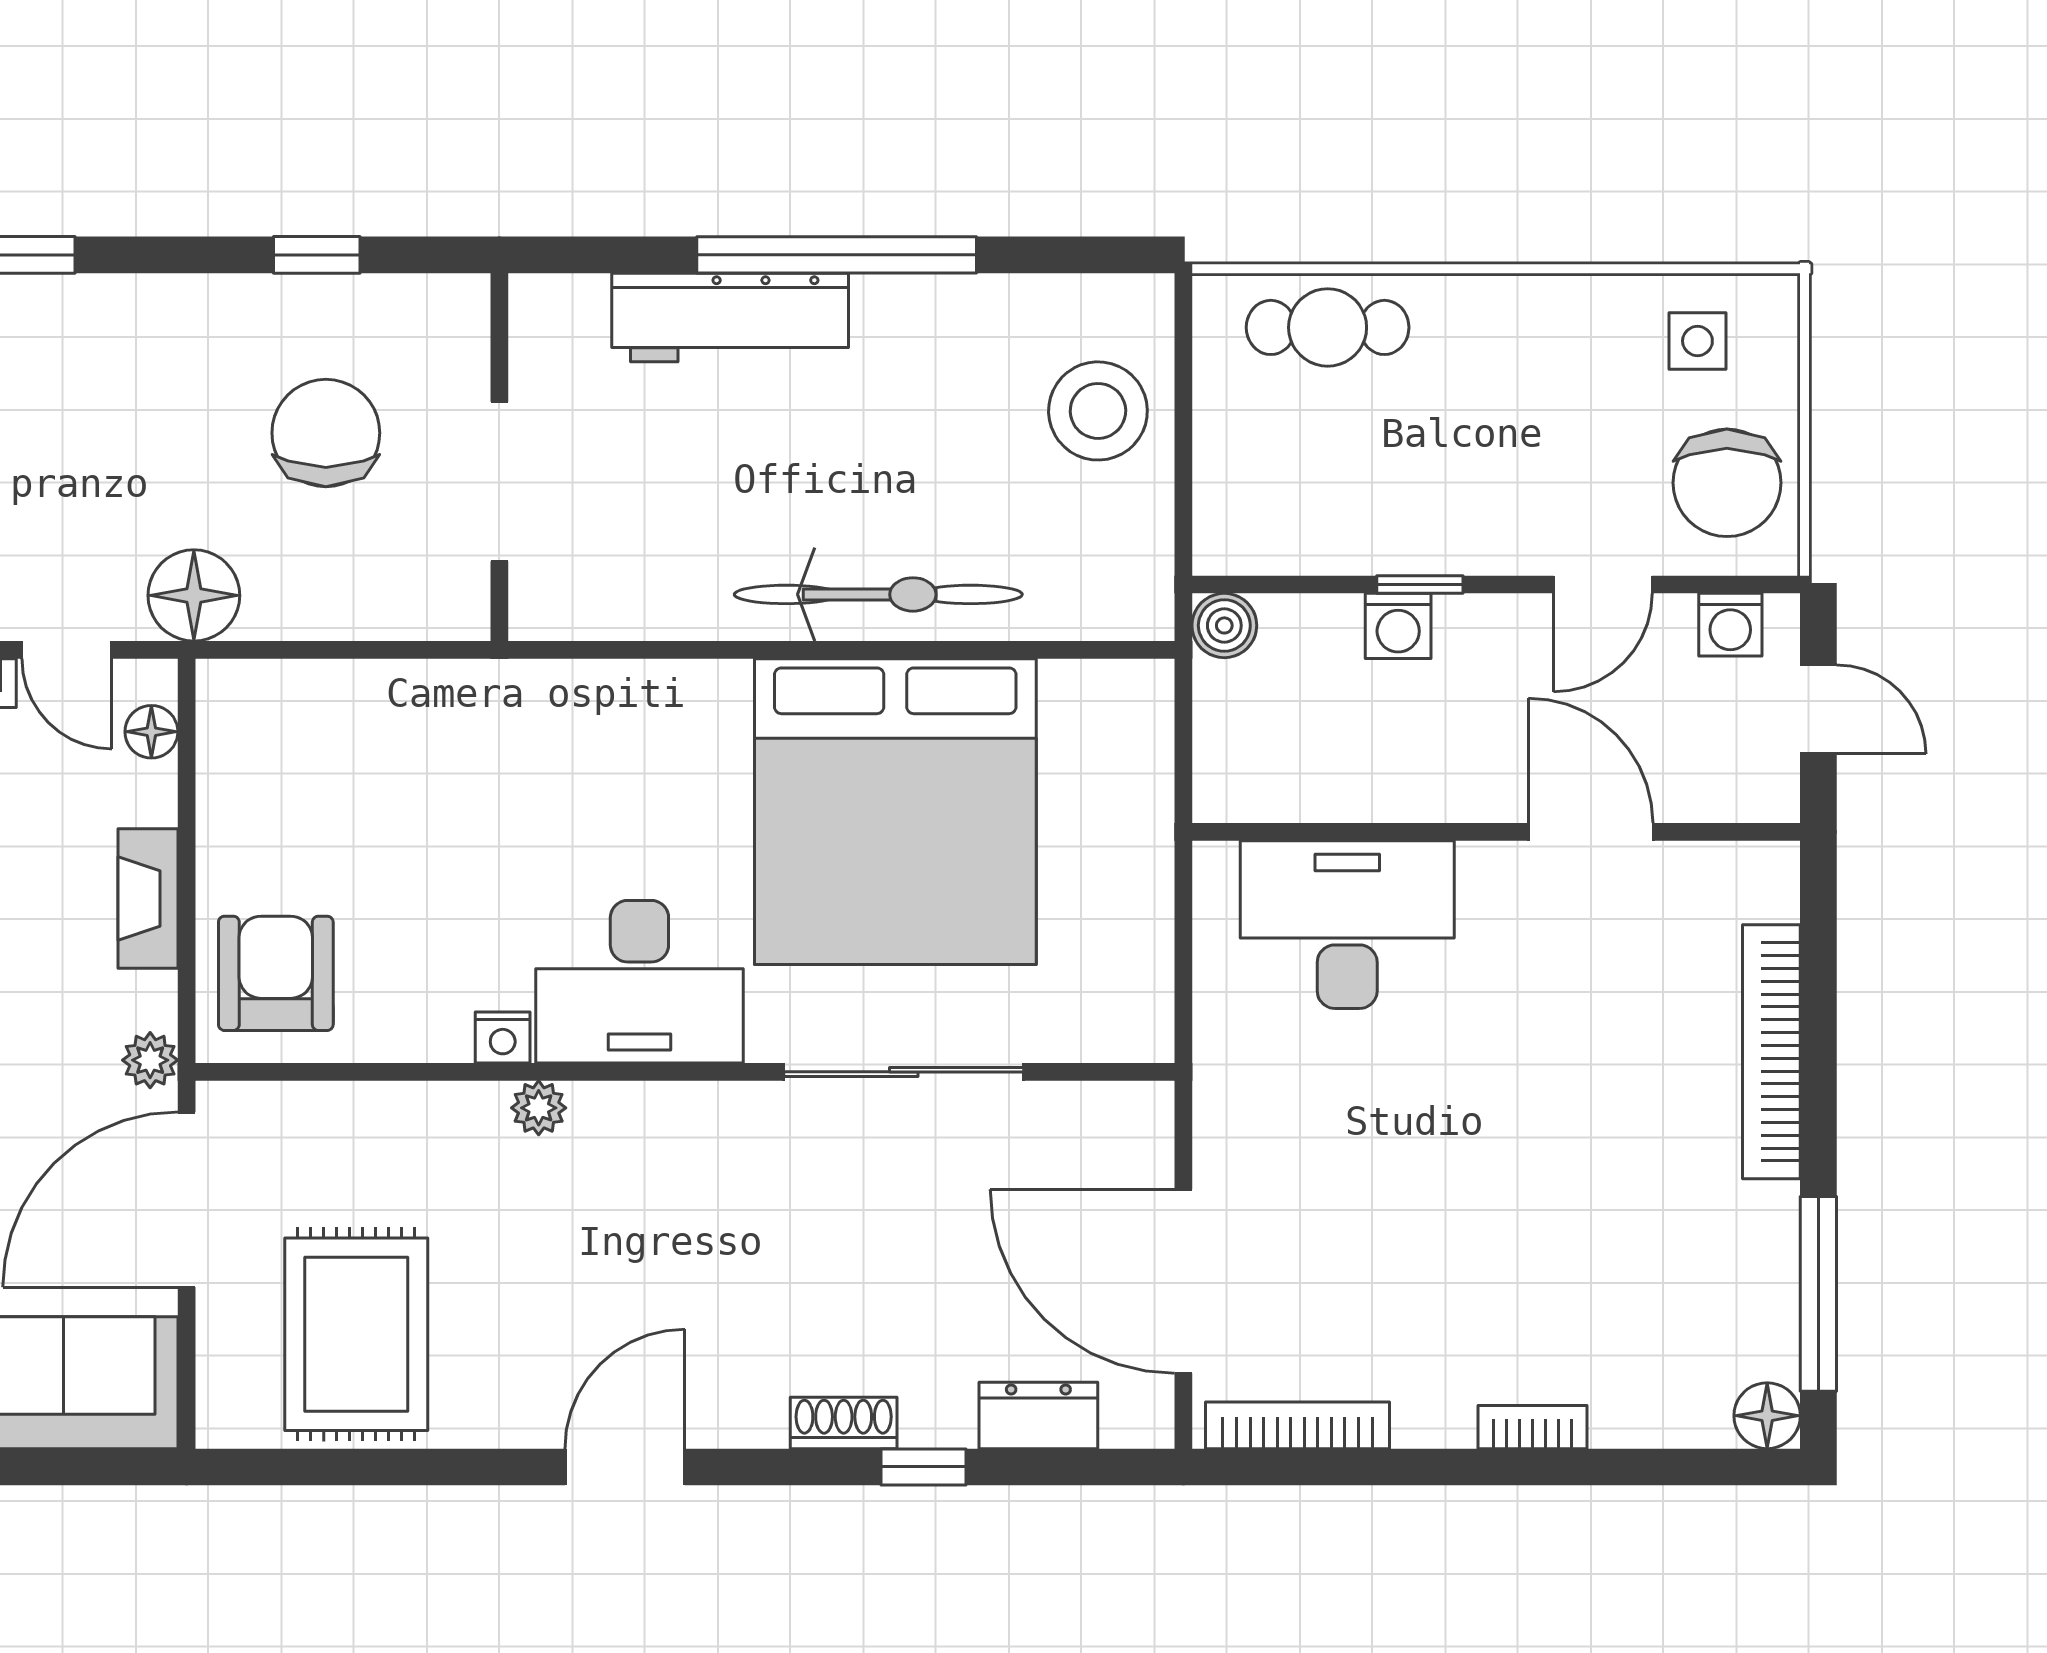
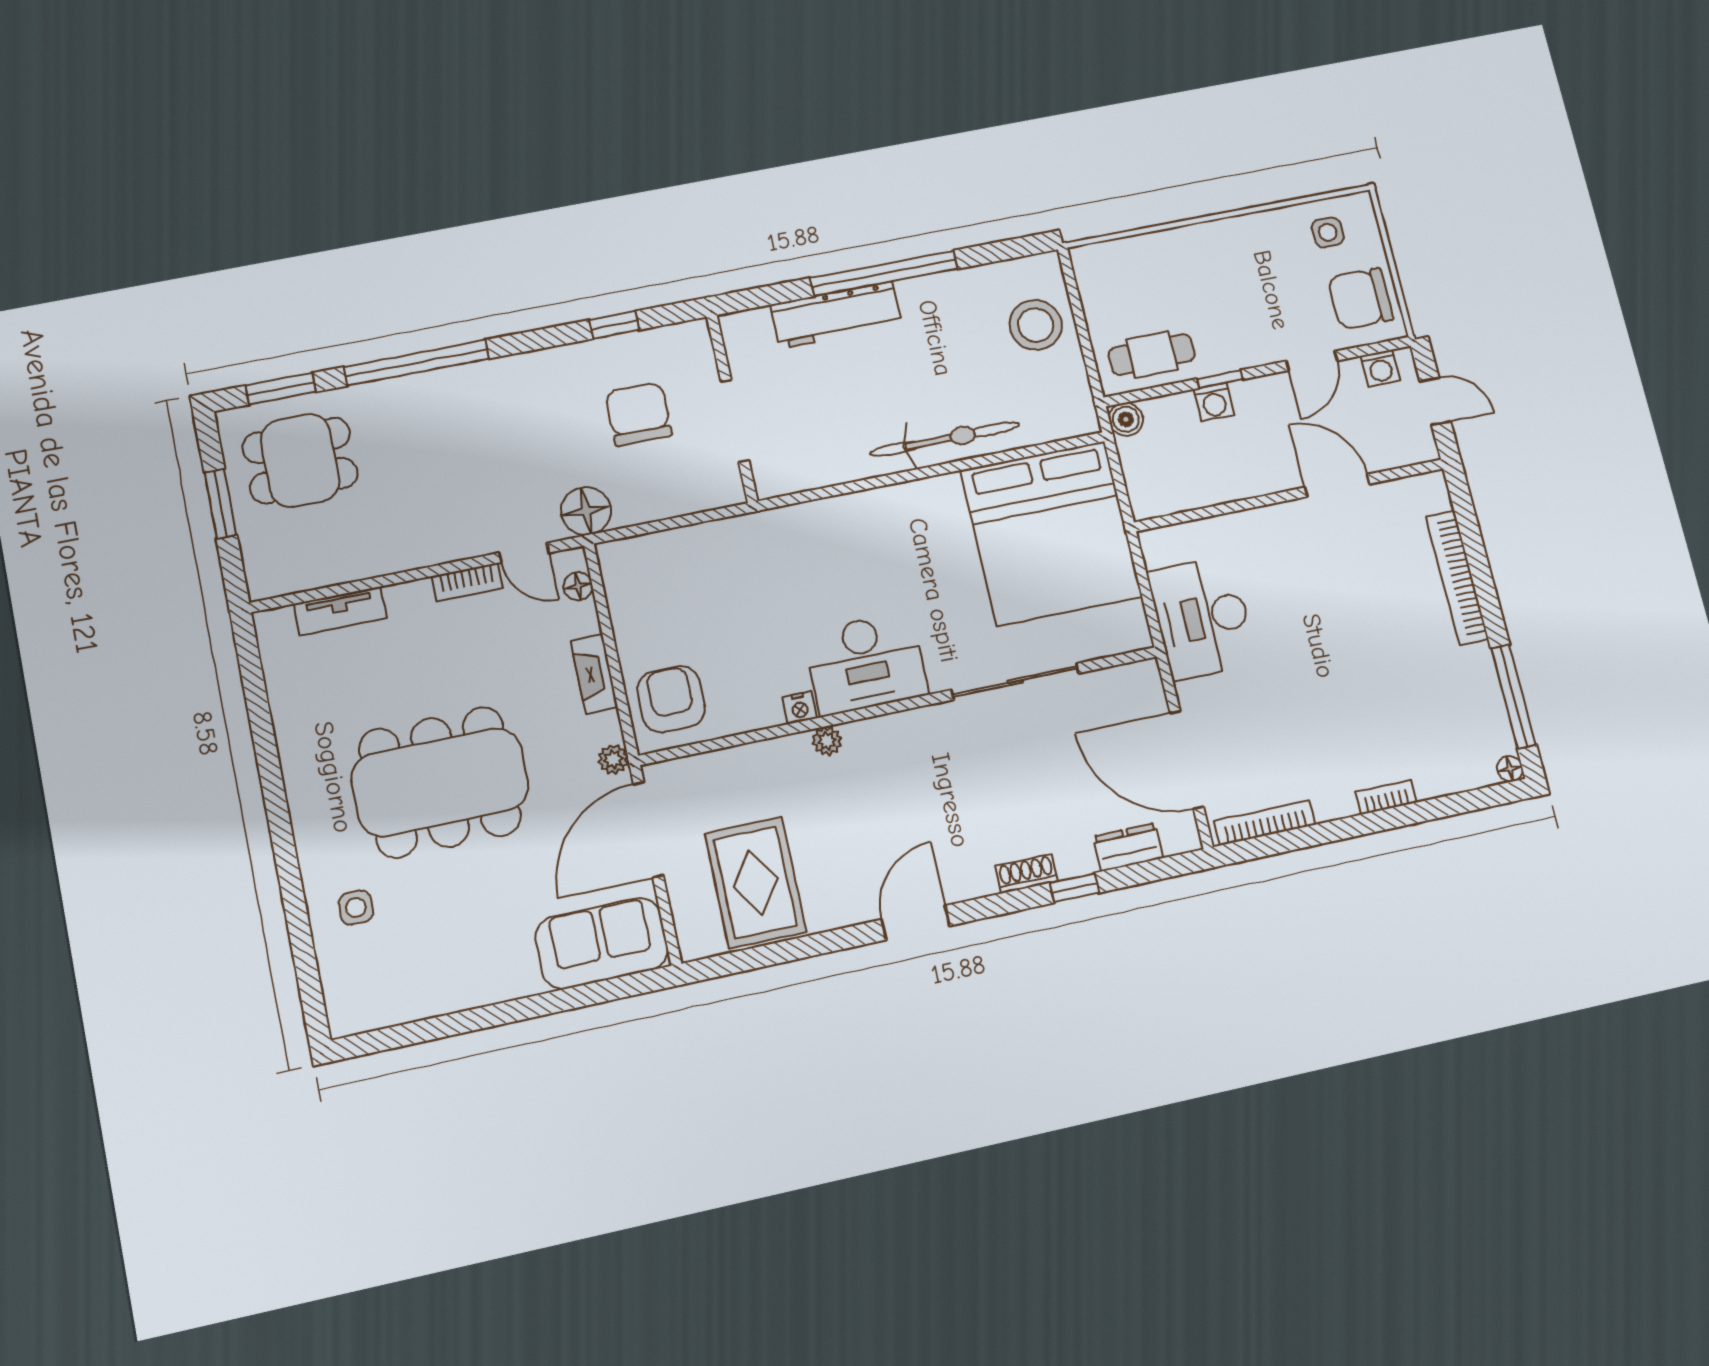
cafe table: (1328, 327) -> (1152, 355), moved
chair: (1727, 483) -> (1360, 299), turned 90
bed: (895, 812) -> (1051, 533), moved
desk: (1347, 925) -> (1202, 618), moved, turned -90
floor lamp: (1767, 1416) -> (1510, 769), width x0.73, depth x0.73

